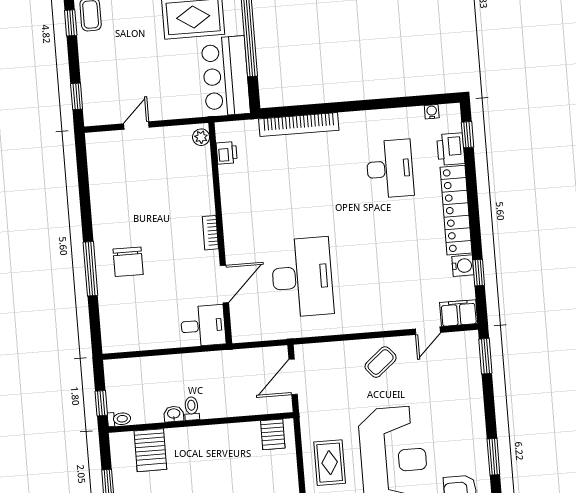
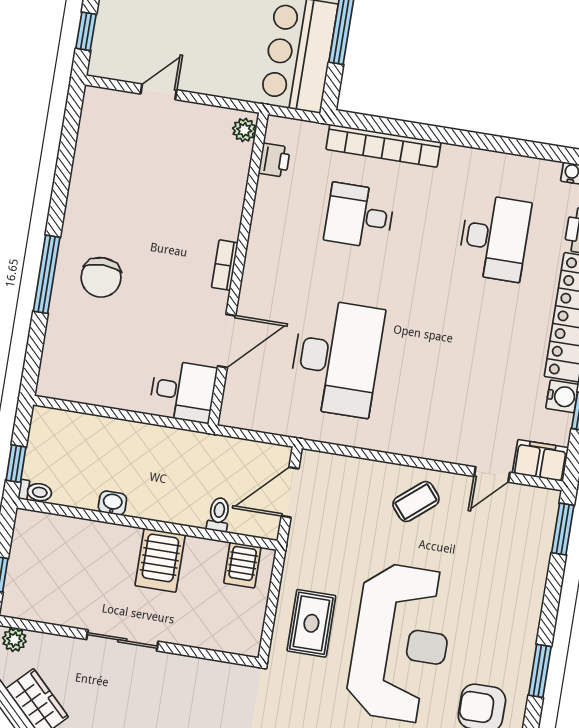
desk: (294, 176) -> (359, 216), added
toilet: (192, 408) -> (219, 515), moved
server rack: (150, 450) -> (160, 560), moved

